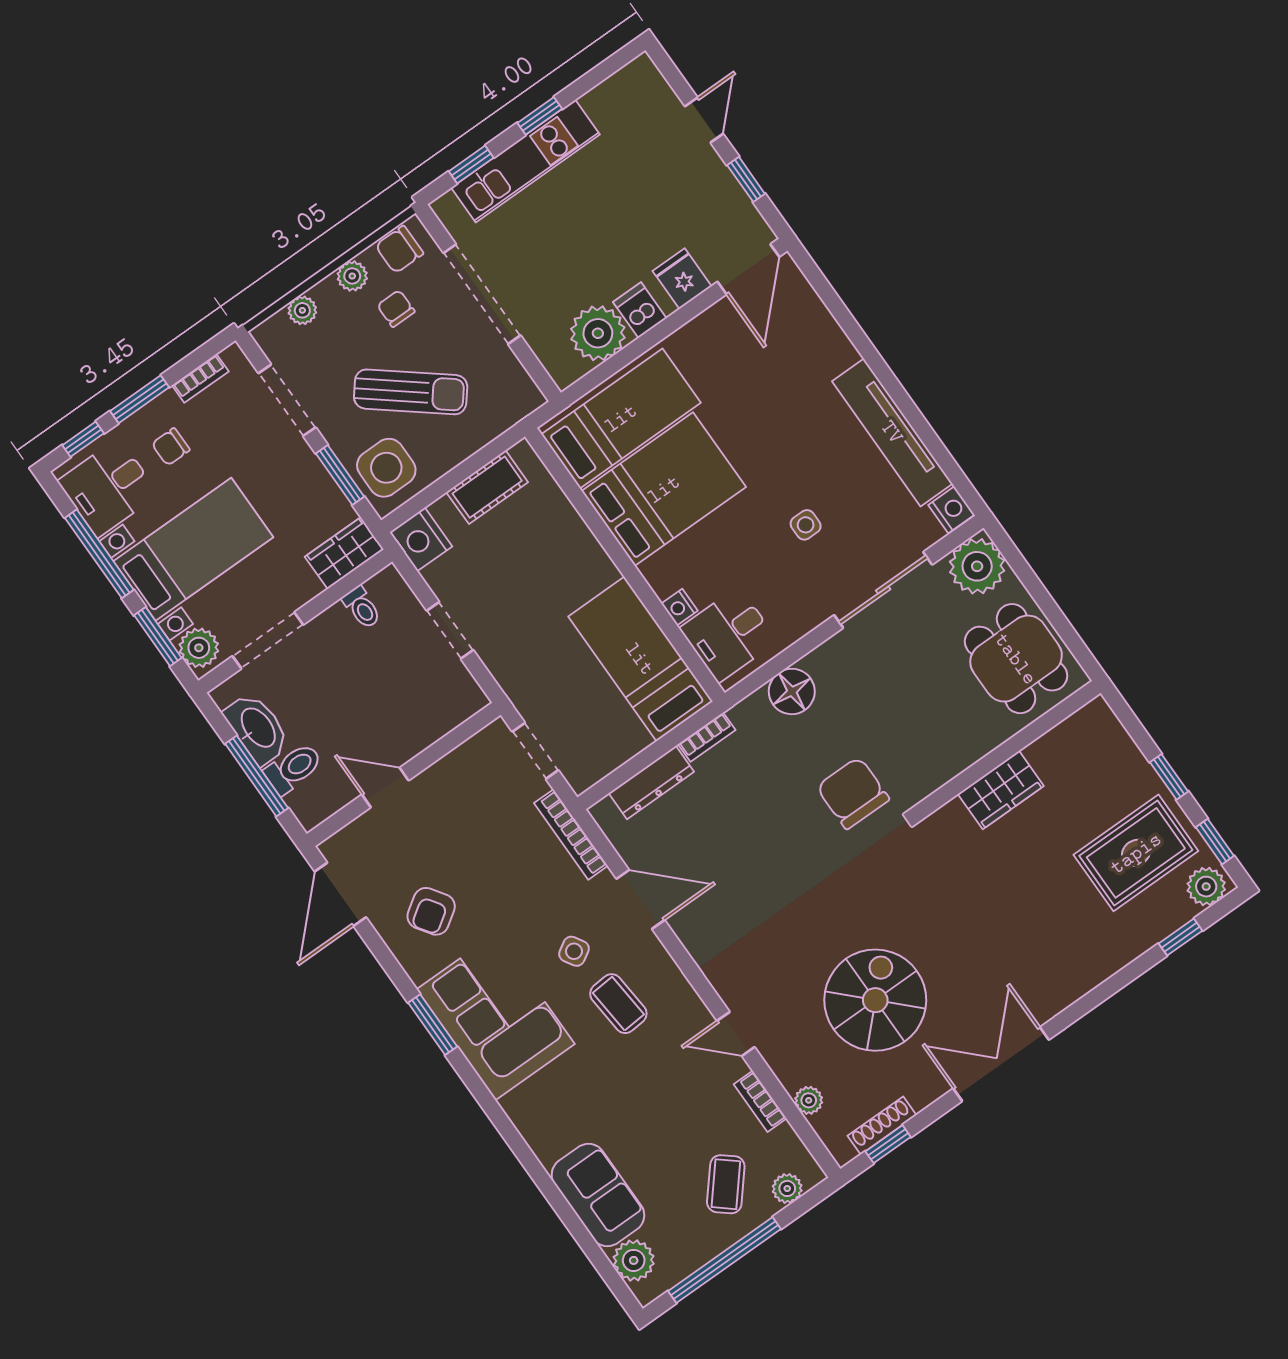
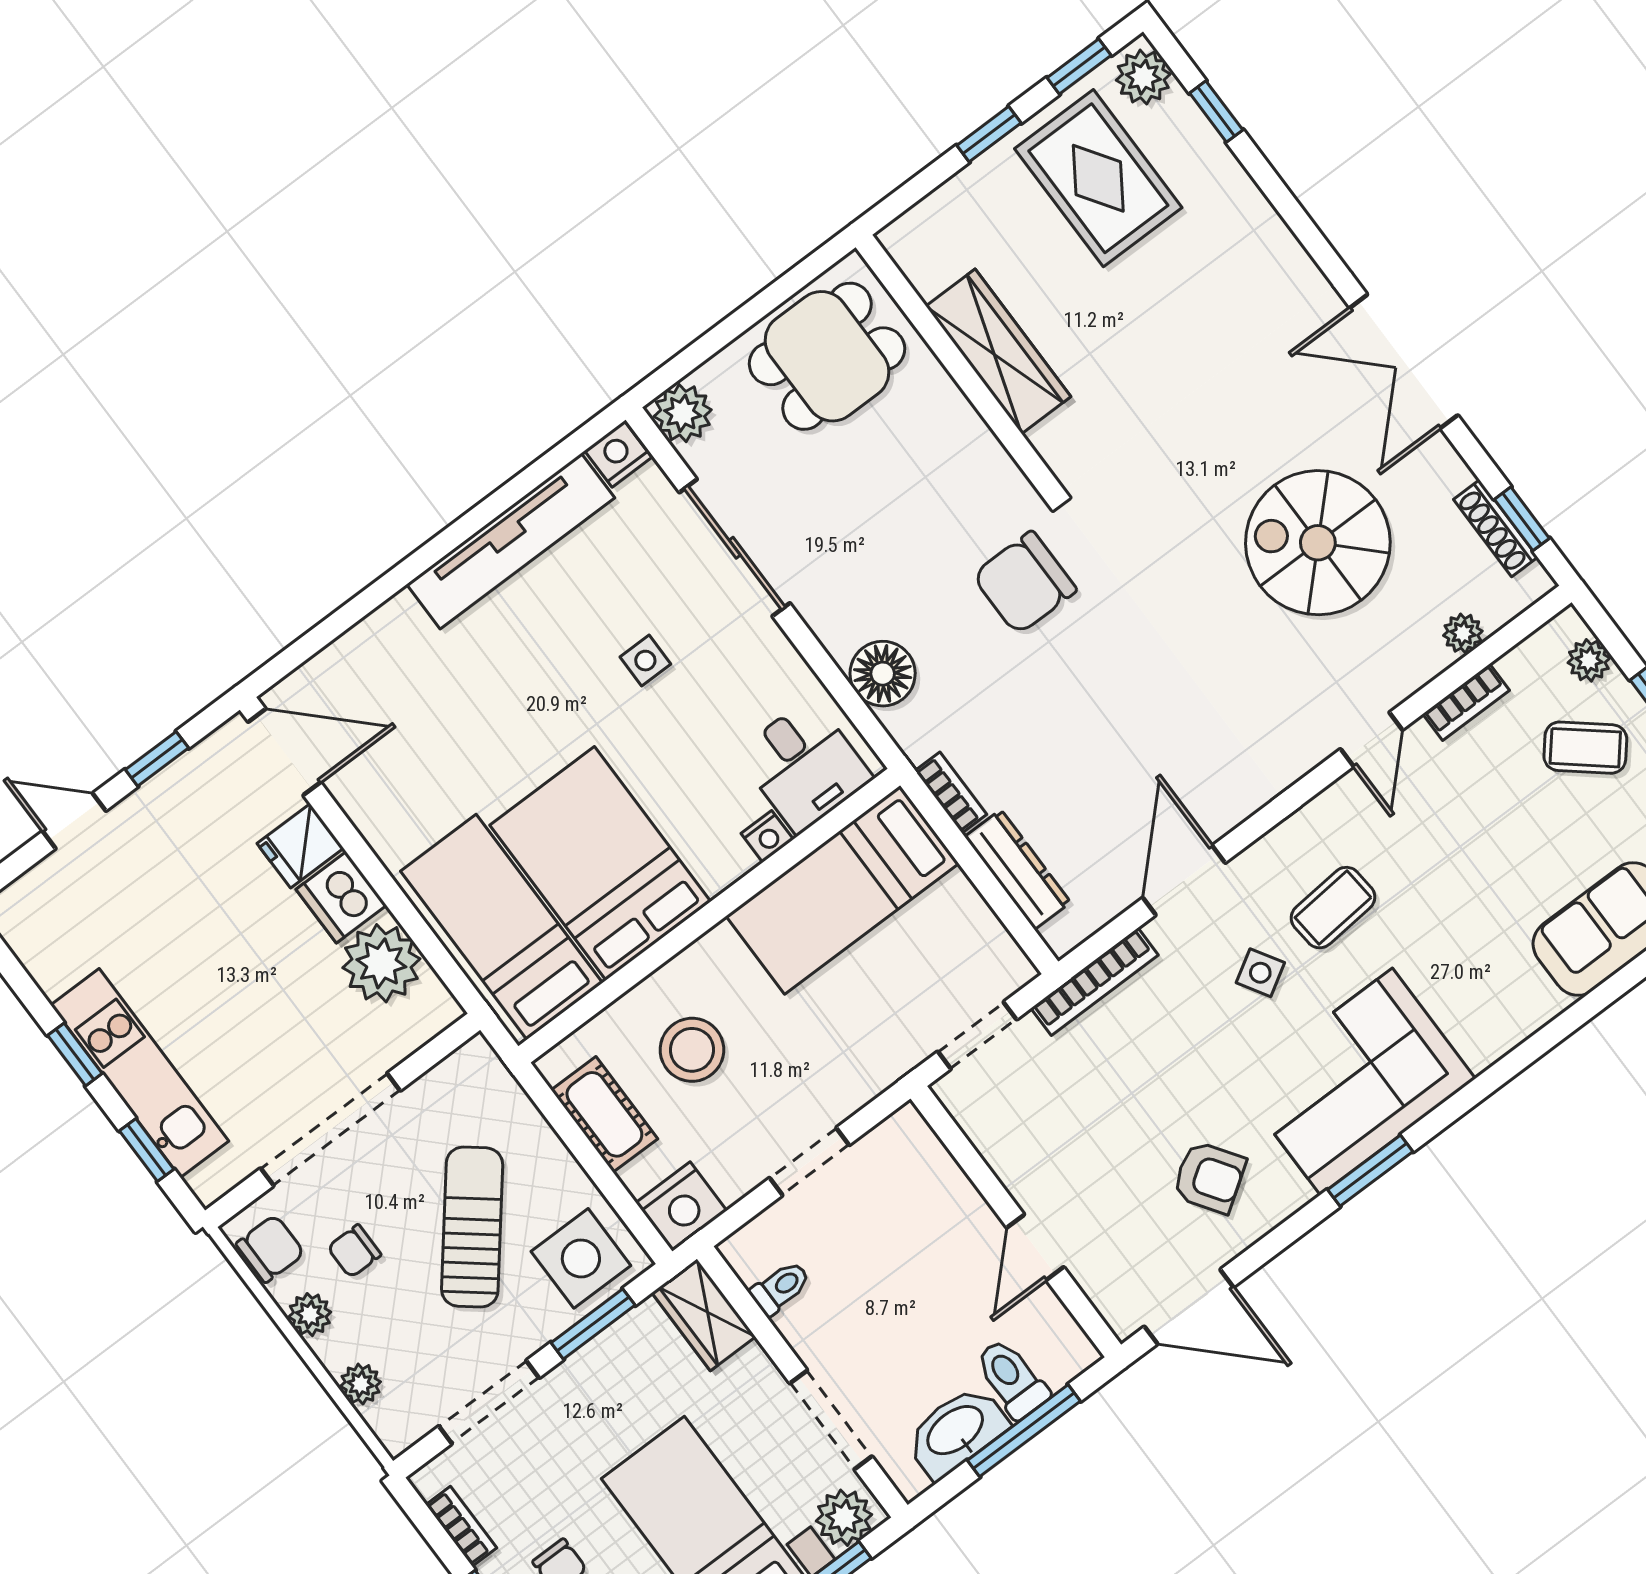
chair: (399, 249) -> (270, 1249), turned -90
dishwasher: (640, 310) -> (341, 897), width x1.38
stool: (531, 550) -> (692, 1050), added
plant: (977, 566) -> (683, 413), width x0.73, depth x0.73
wardrobe: (1001, 790) -> (998, 351), width x1.50

